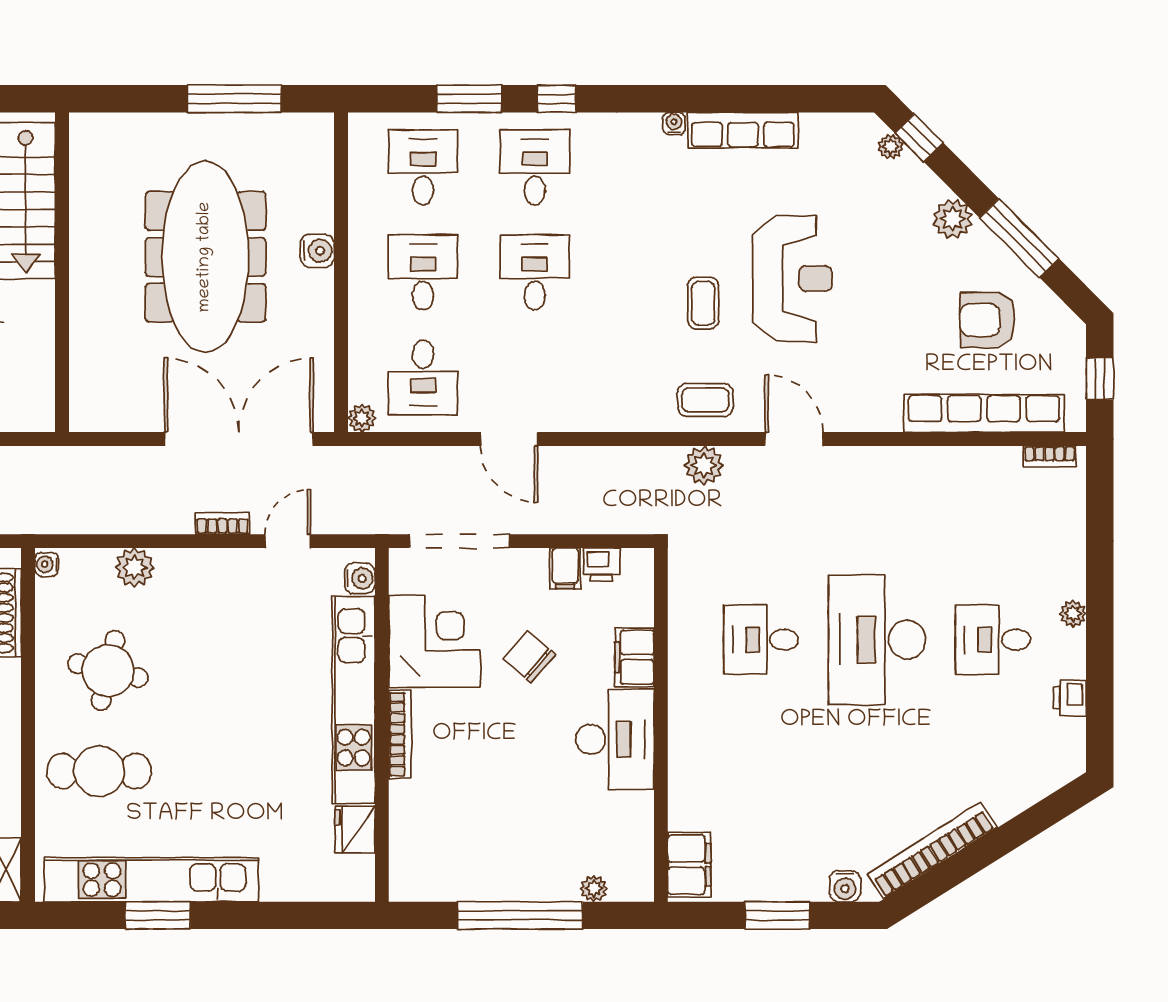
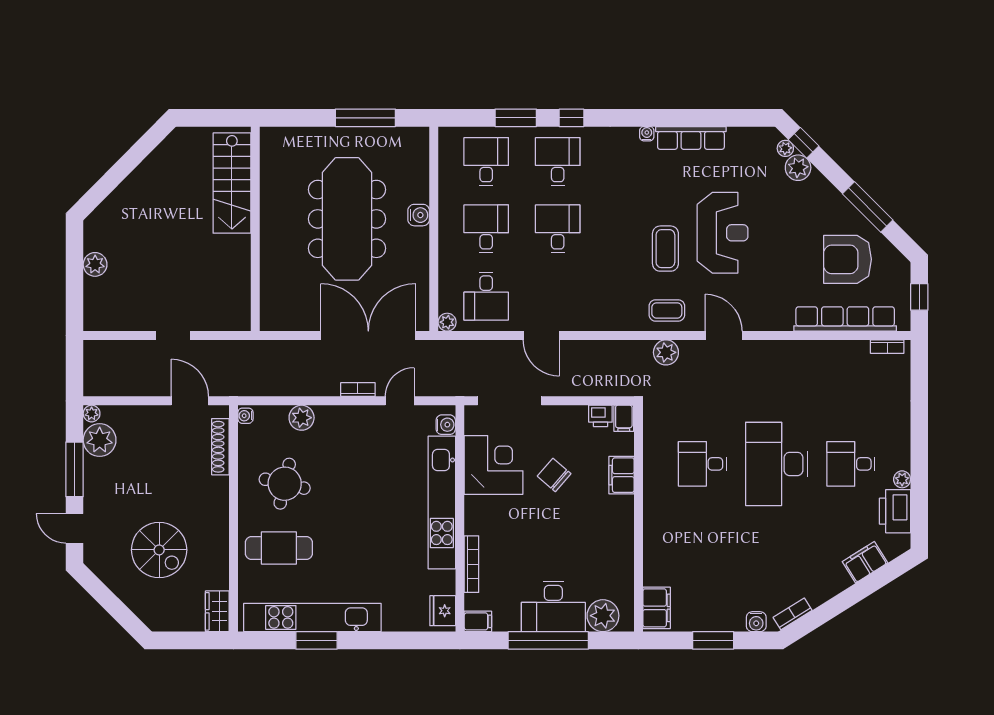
plant: (953, 219) -> (798, 168), moved
coffee table: (703, 303) -> (665, 249), width x1.36, depth x1.30
armchair: (988, 320) -> (847, 259), width x1.36, depth x1.36
filing cabinet: (565, 568) -> (624, 418), moved
plant: (1073, 614) -> (902, 479), moved
printer: (1070, 698) -> (895, 511), width x1.87, depth x1.48
bookcase: (400, 734) -> (471, 564), moved
desk: (615, 739) -> (553, 606), moved, turned 90
filing cabinet: (1015, 793) -> (865, 562), added
fridge: (355, 830) -> (443, 611), moved
bookcase: (932, 851) -> (793, 614), width x0.43, depth x0.76
filing cabinet: (410, 886) -> (478, 621), added
plant: (594, 888) -> (603, 616), width x1.88, depth x1.88

